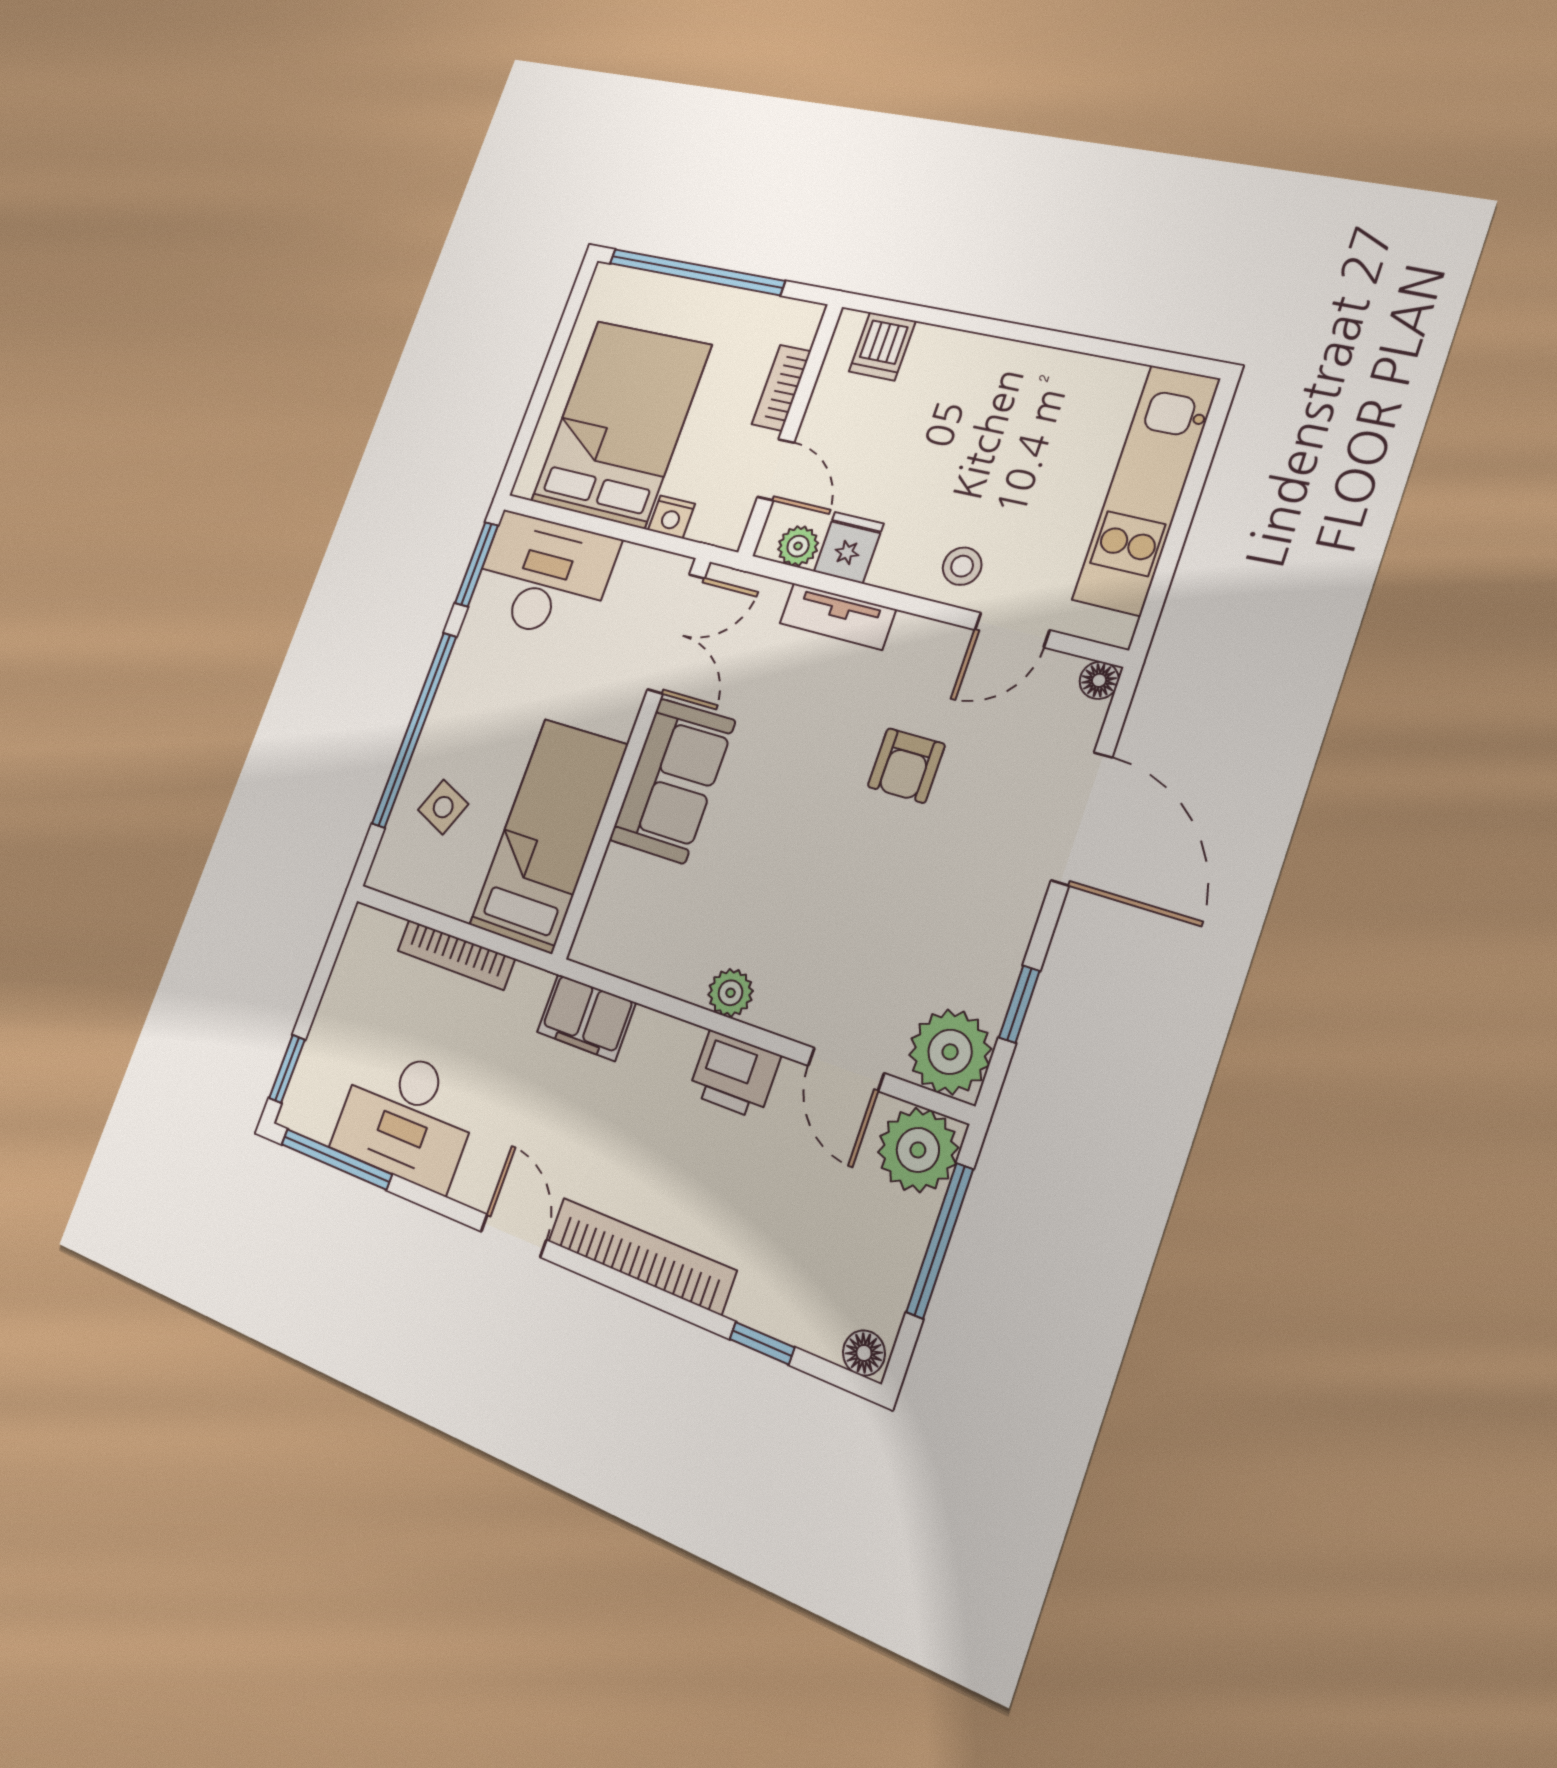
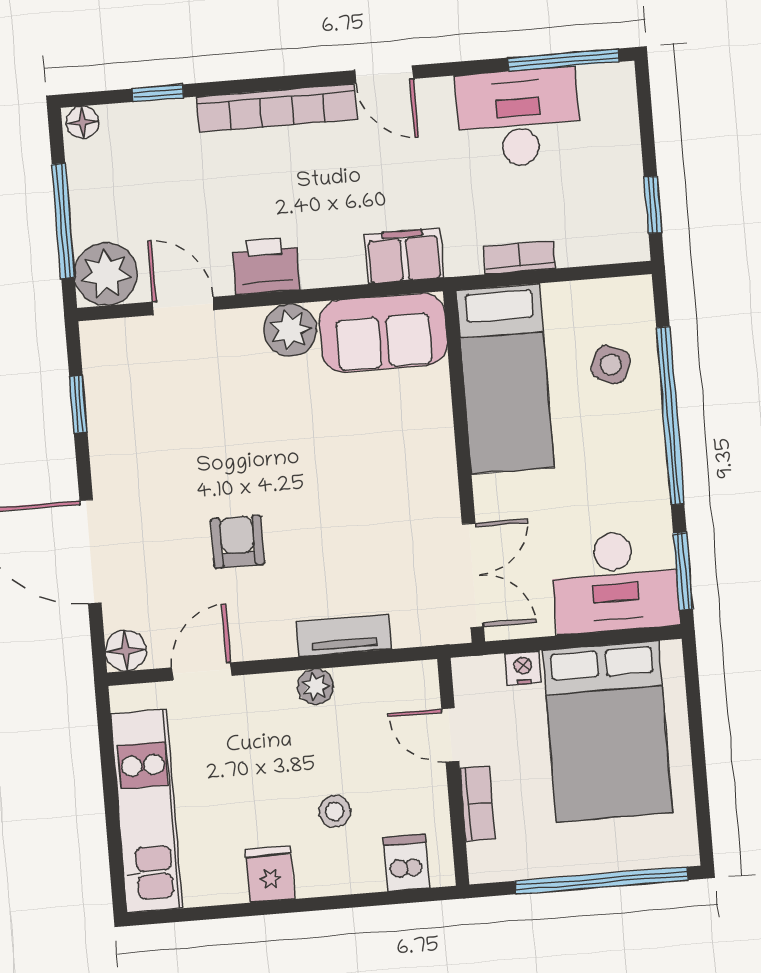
plant: (798, 546) -> (315, 687), moved
fridge: (849, 548) -> (270, 874), moved, turned 180
stool: (962, 566) -> (335, 811), moved
double door: (676, 634) -> (473, 575), swing flipped
floor lamp: (1099, 680) -> (126, 651), width x1.37, depth x1.37
sofa: (672, 780) -> (383, 333), moved, turned -90
bookcase: (456, 955) -> (520, 258), width x0.64
plant: (731, 993) -> (290, 330), width x1.38, depth x1.38
plant: (950, 1052) -> (113, 351), removed
window: (287, 1069) -> (653, 205), moved

